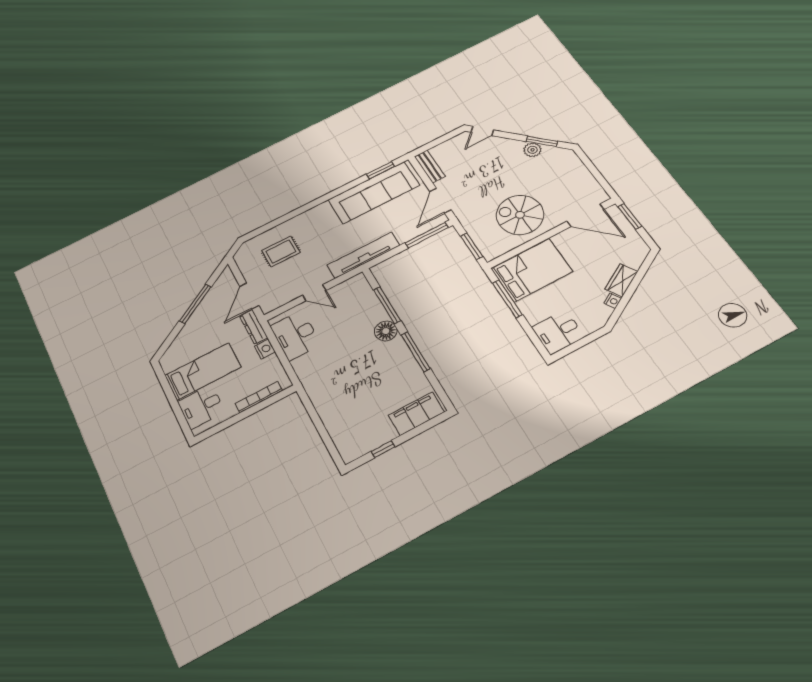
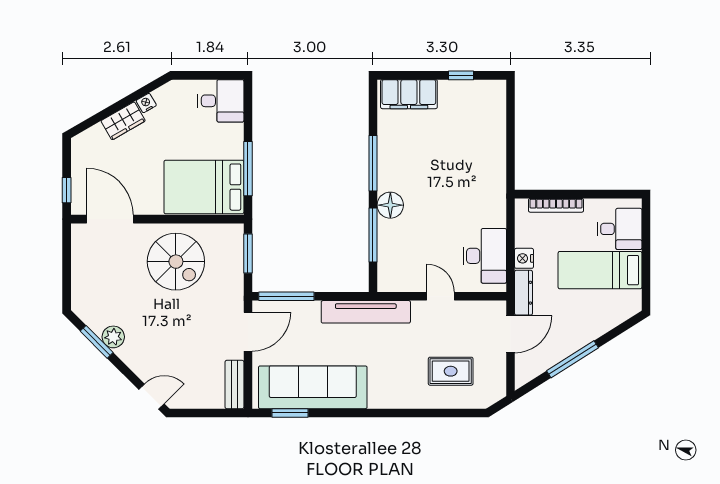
window: (630, 216) -> (67, 190), width x0.67

